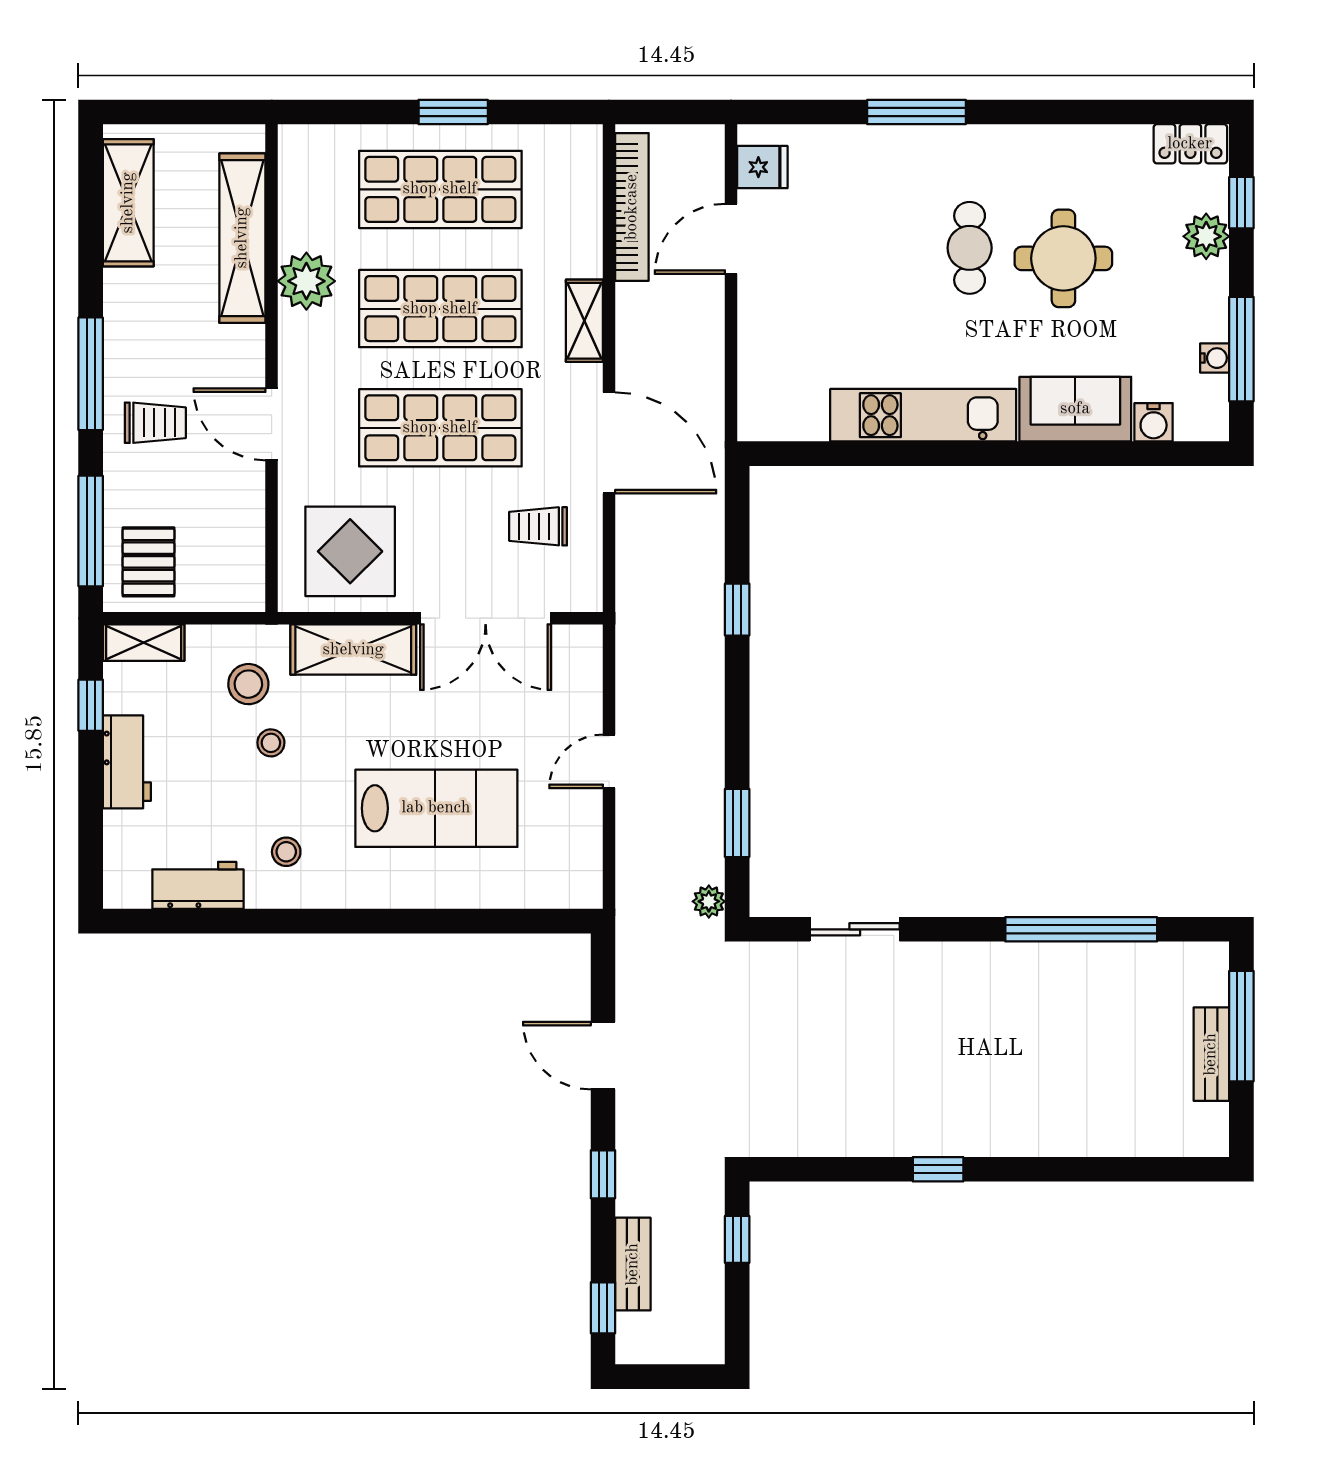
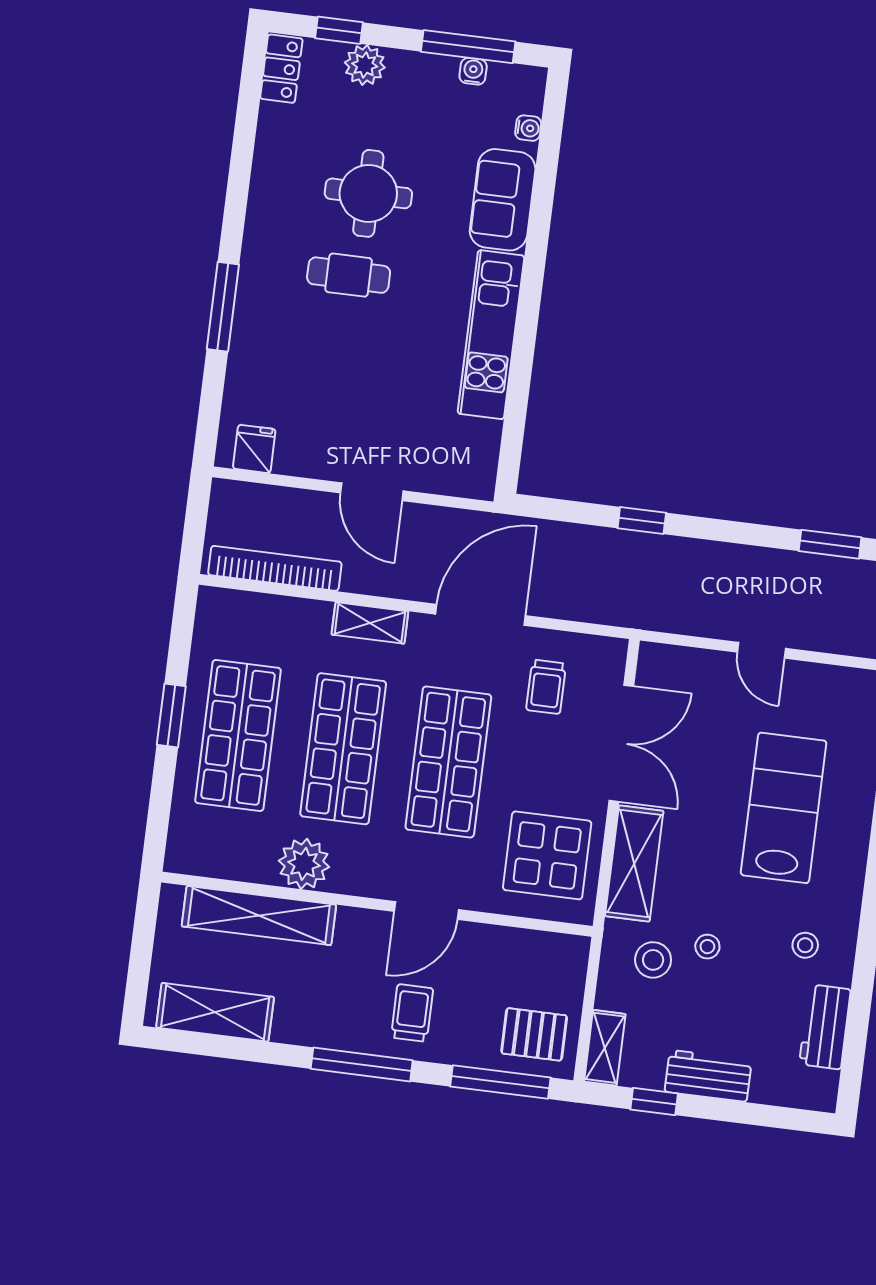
door: (731, 239) -> (372, 492), moved
water cooler: (1154, 422) -> (528, 128), width x0.72, depth x0.72

